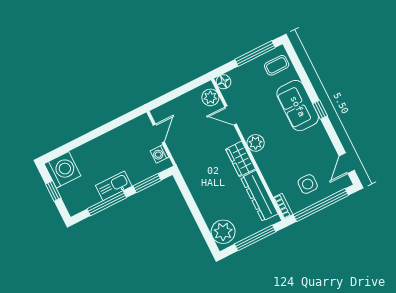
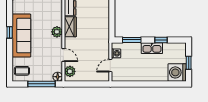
window: (255, 54) -> (41, 84), moved
sofa: (298, 106) -> (21, 36), width x1.36
window: (107, 203) -> (161, 40), width x0.46

